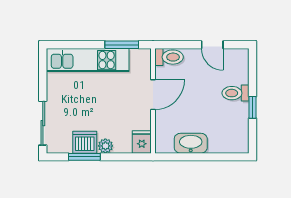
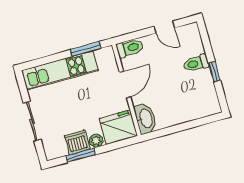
sliding door: (43, 123) -> (32, 121), moved
fridge: (142, 142) -> (118, 127), width x1.88, depth x1.34
washbasin: (191, 143) -> (146, 118), moved, turned 90

